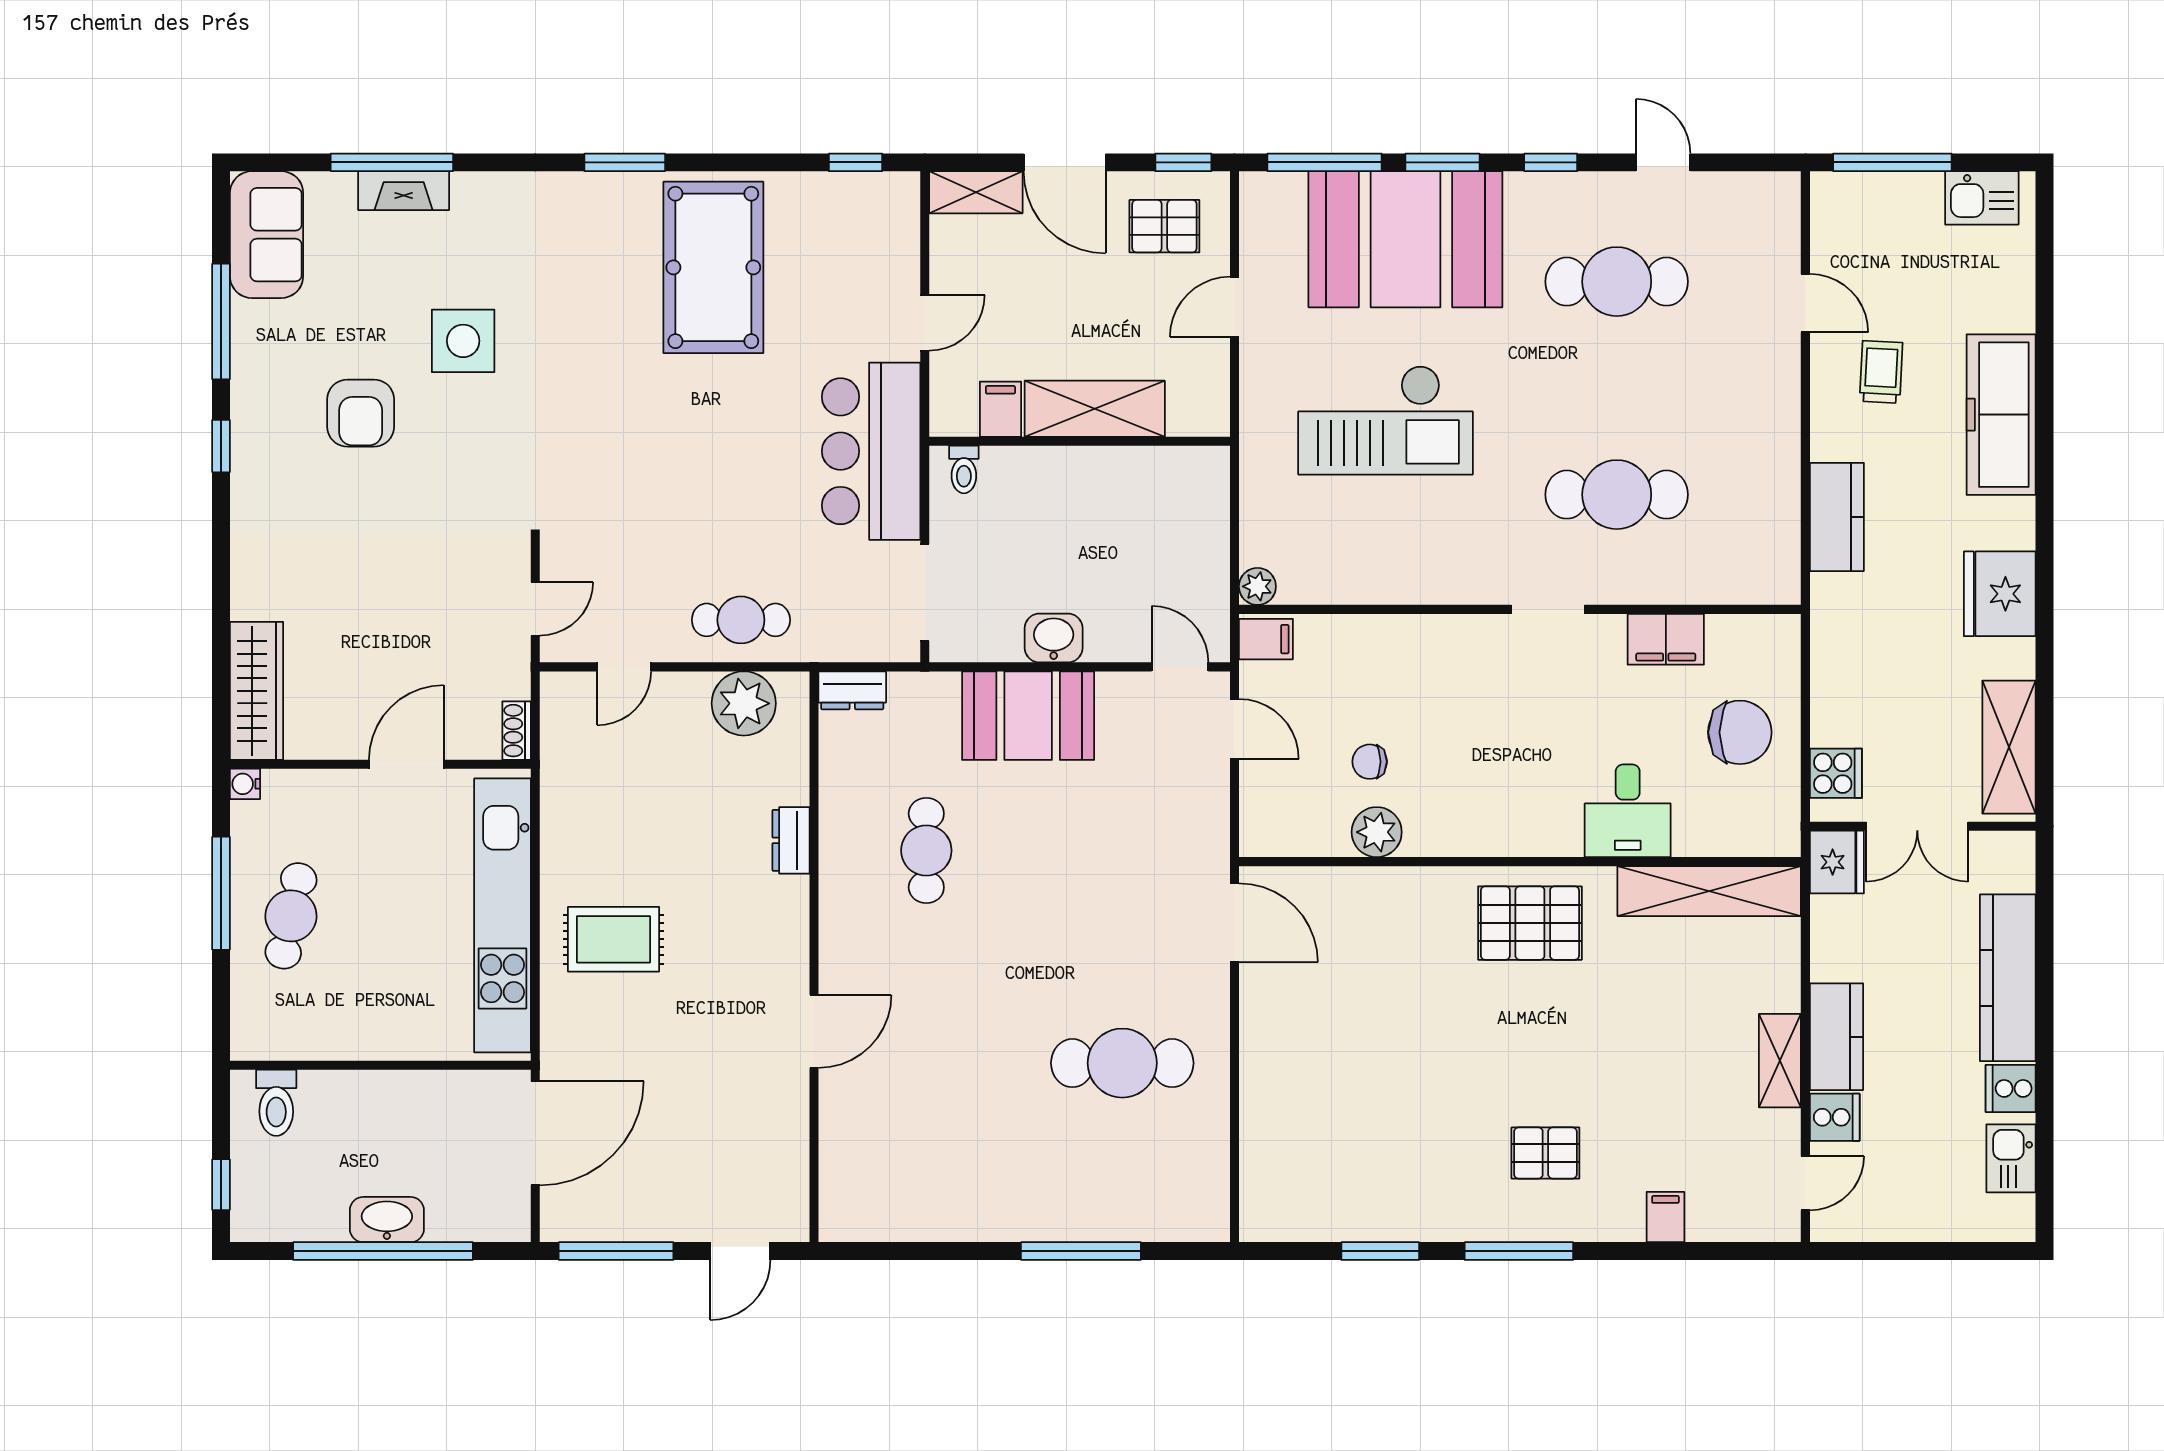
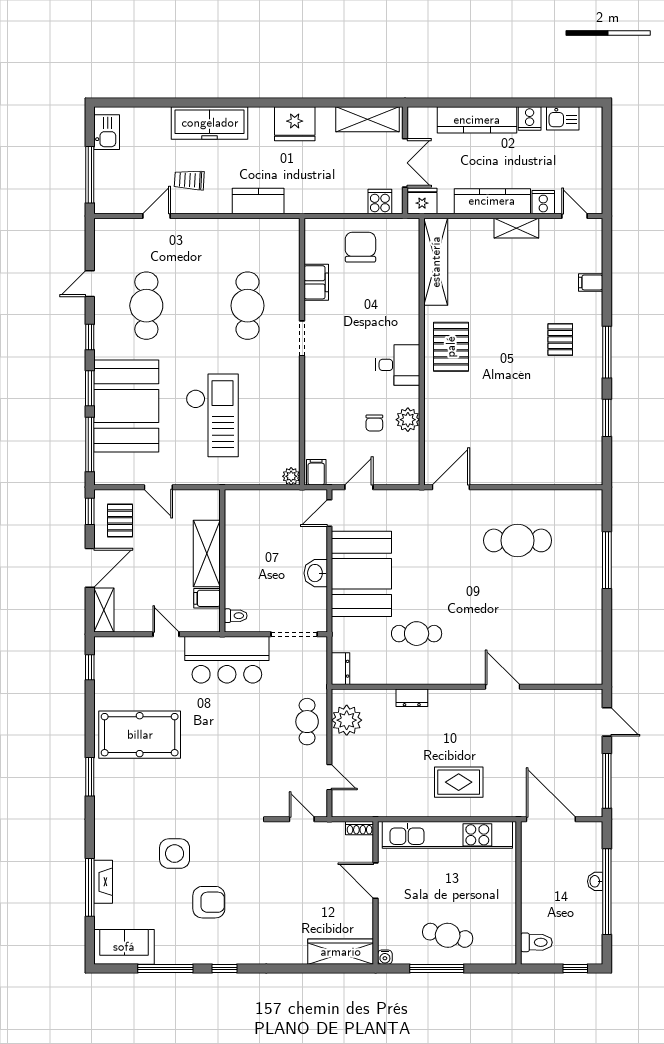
booth: (1028, 716) -> (361, 574), width x1.36, depth x1.42
desk: (1628, 811) -> (398, 365), moved
rug: (613, 939) -> (459, 782), turned 90
kitchen counter: (1837, 1037) -> (492, 201), width x1.50
cafe table: (1122, 1063) -> (518, 540), turned 90
washbasin: (387, 1220) -> (595, 881), width x0.52, depth x0.69

